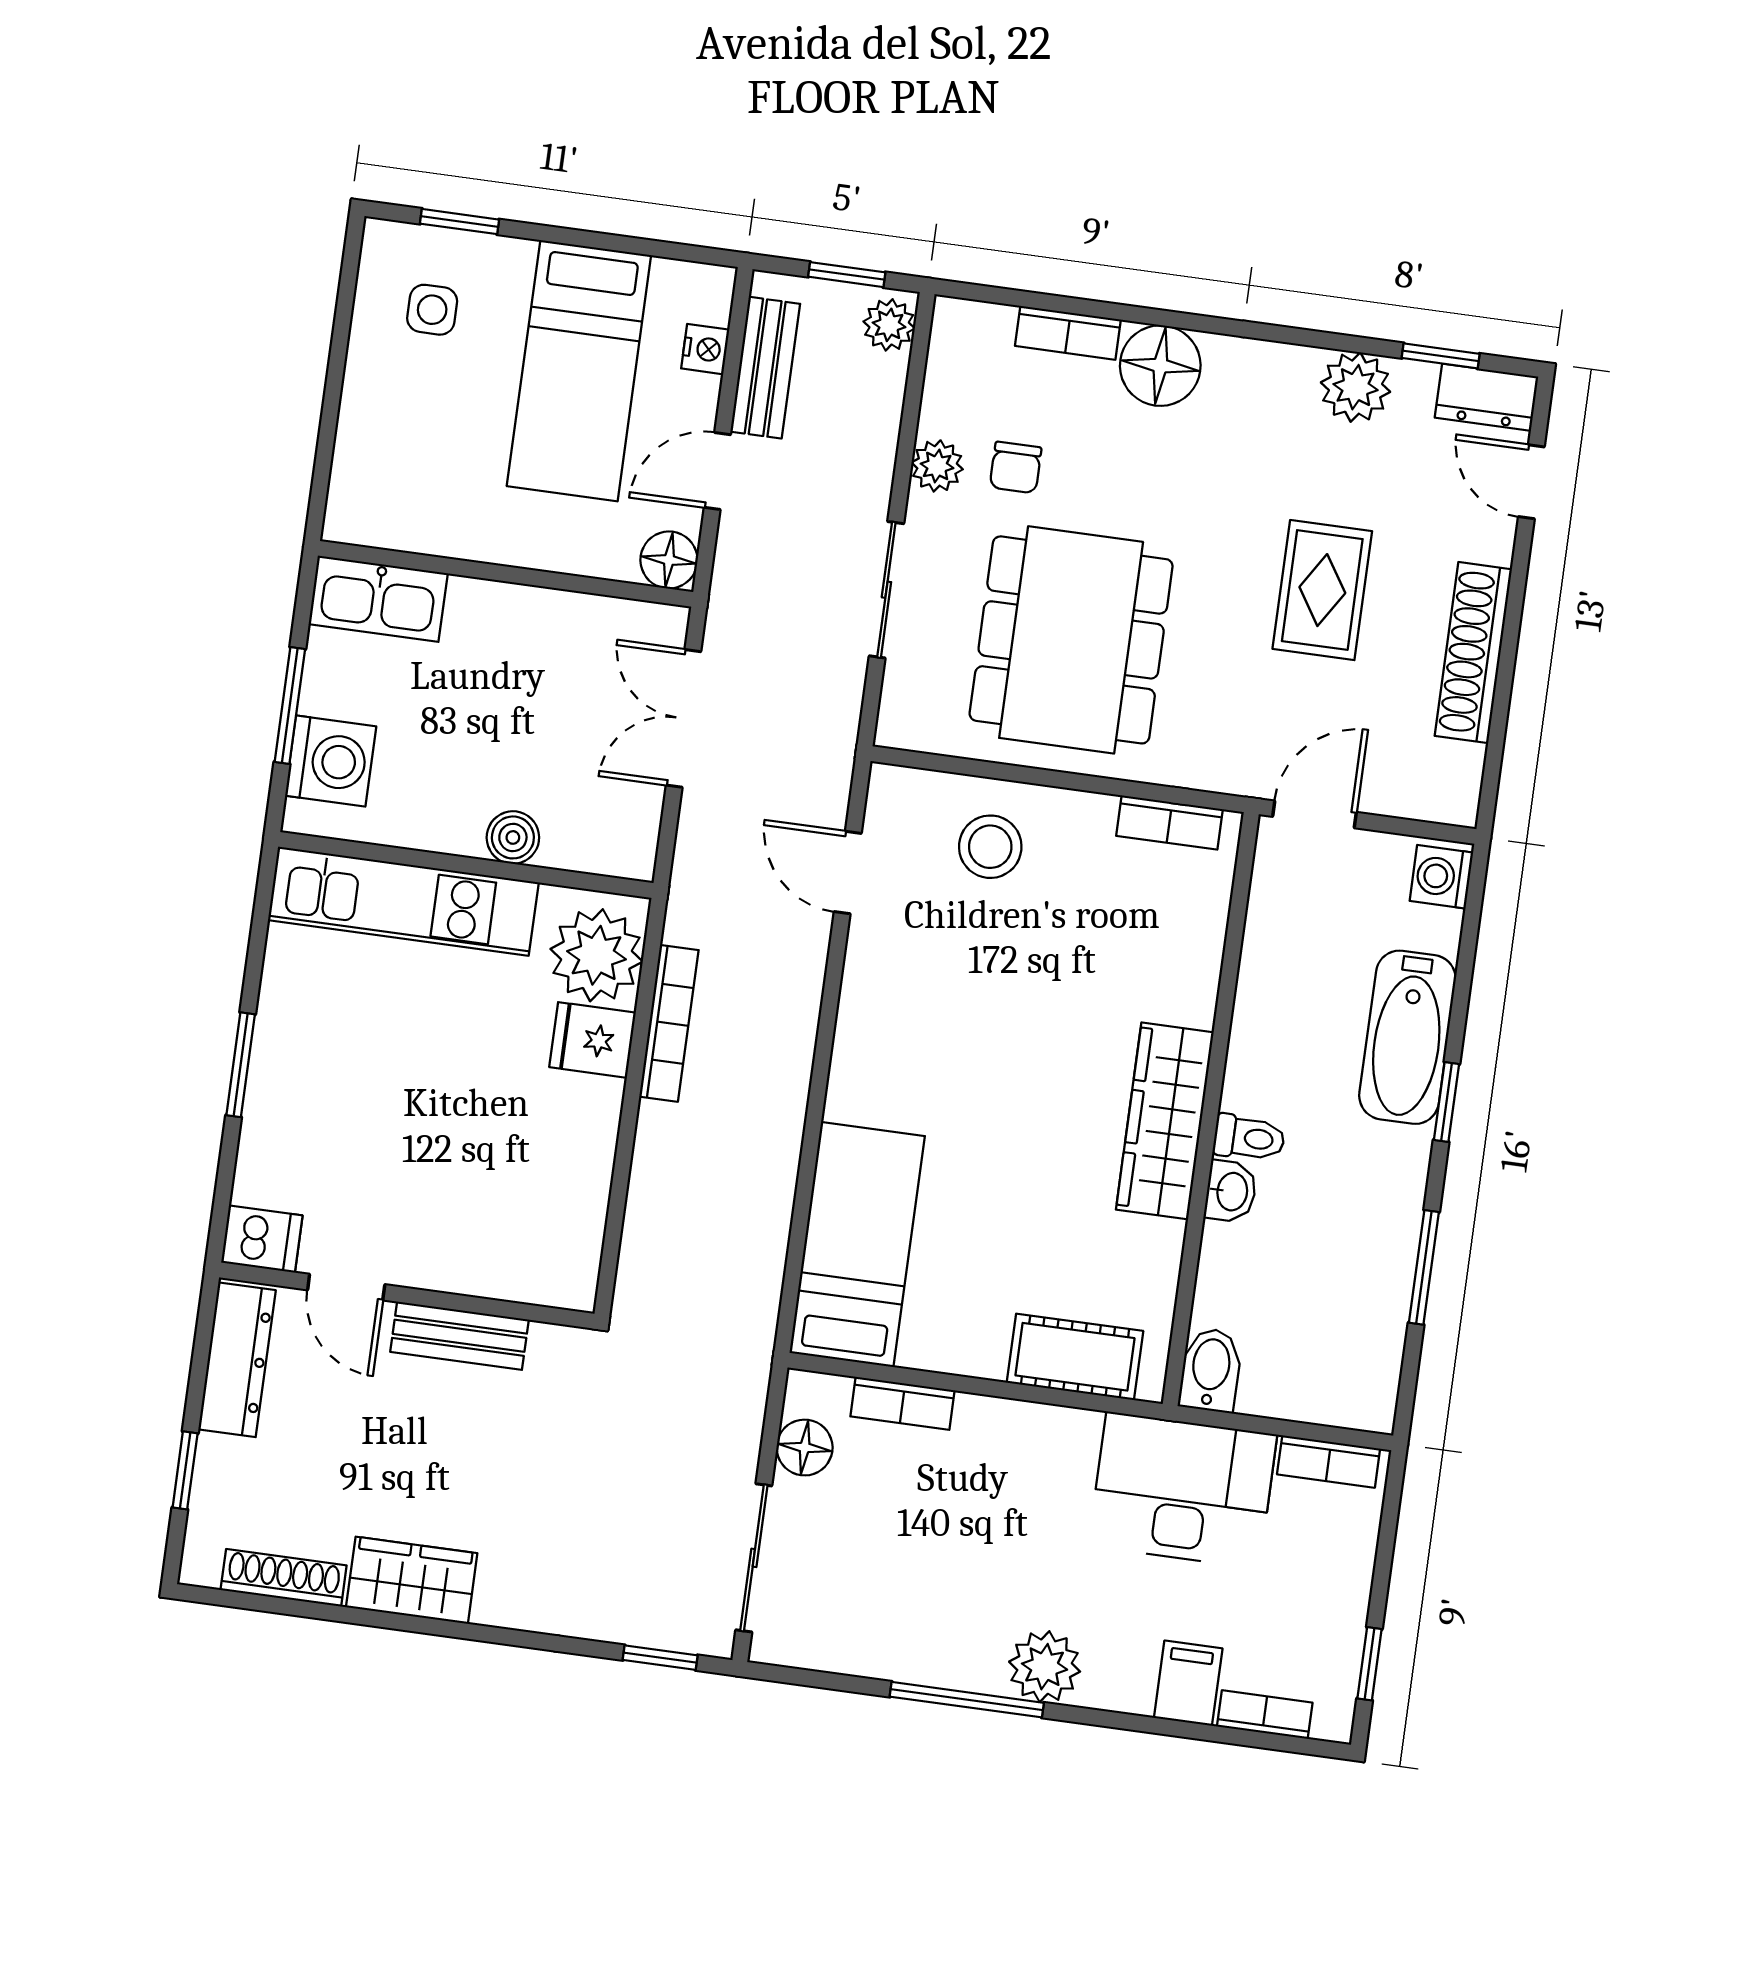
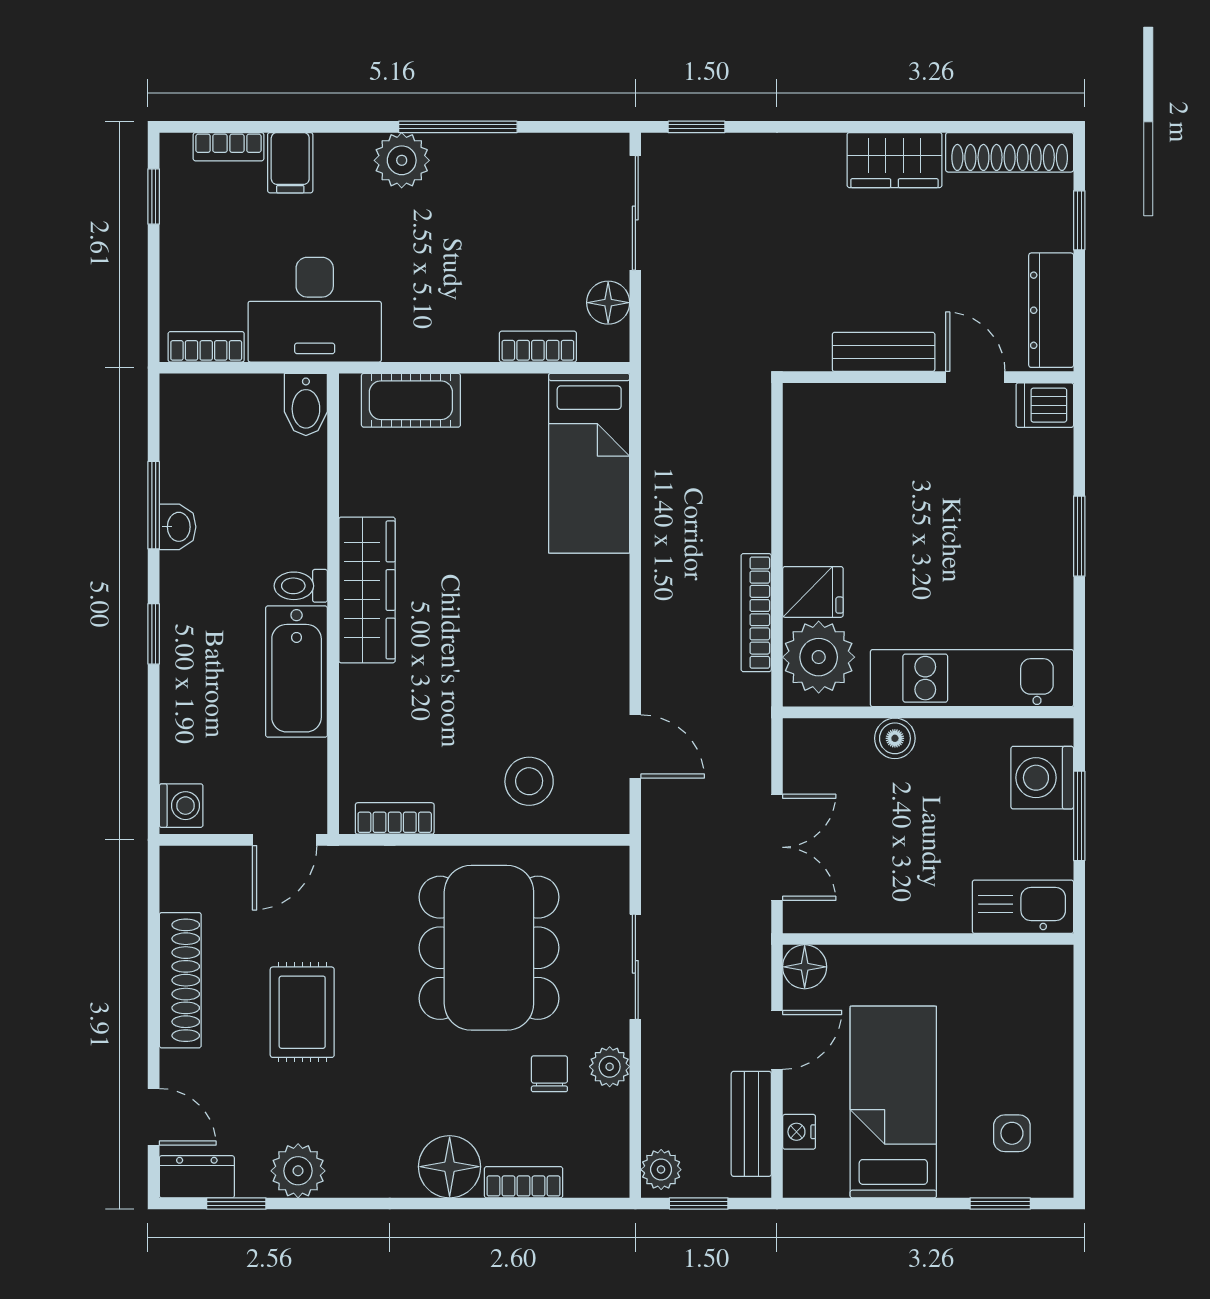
bathtub: (1407, 1037) -> (297, 672), moved, turned 180
washbasin: (1231, 1191) -> (178, 527), moved, turned 180
shoe rack: (284, 1578) -> (1010, 152), width x1.36, depth x1.24

